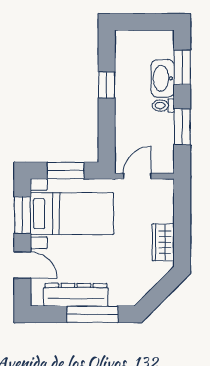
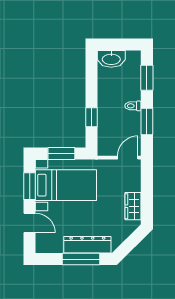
washbasin: (163, 78) -> (111, 59), moved, turned -90
window: (107, 85) -> (91, 117), moved
door: (137, 176) -> (128, 158), moved
dresser: (76, 295) -> (87, 245), moved

